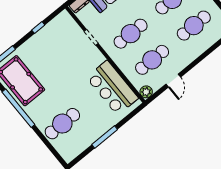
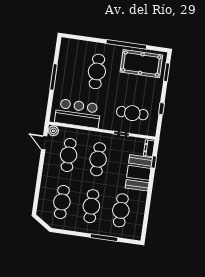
cafe table: (66, 46) -> (132, 113), added
door: (173, 81) -> (44, 143), moved
cafe table: (62, 124) -> (97, 71), moved

